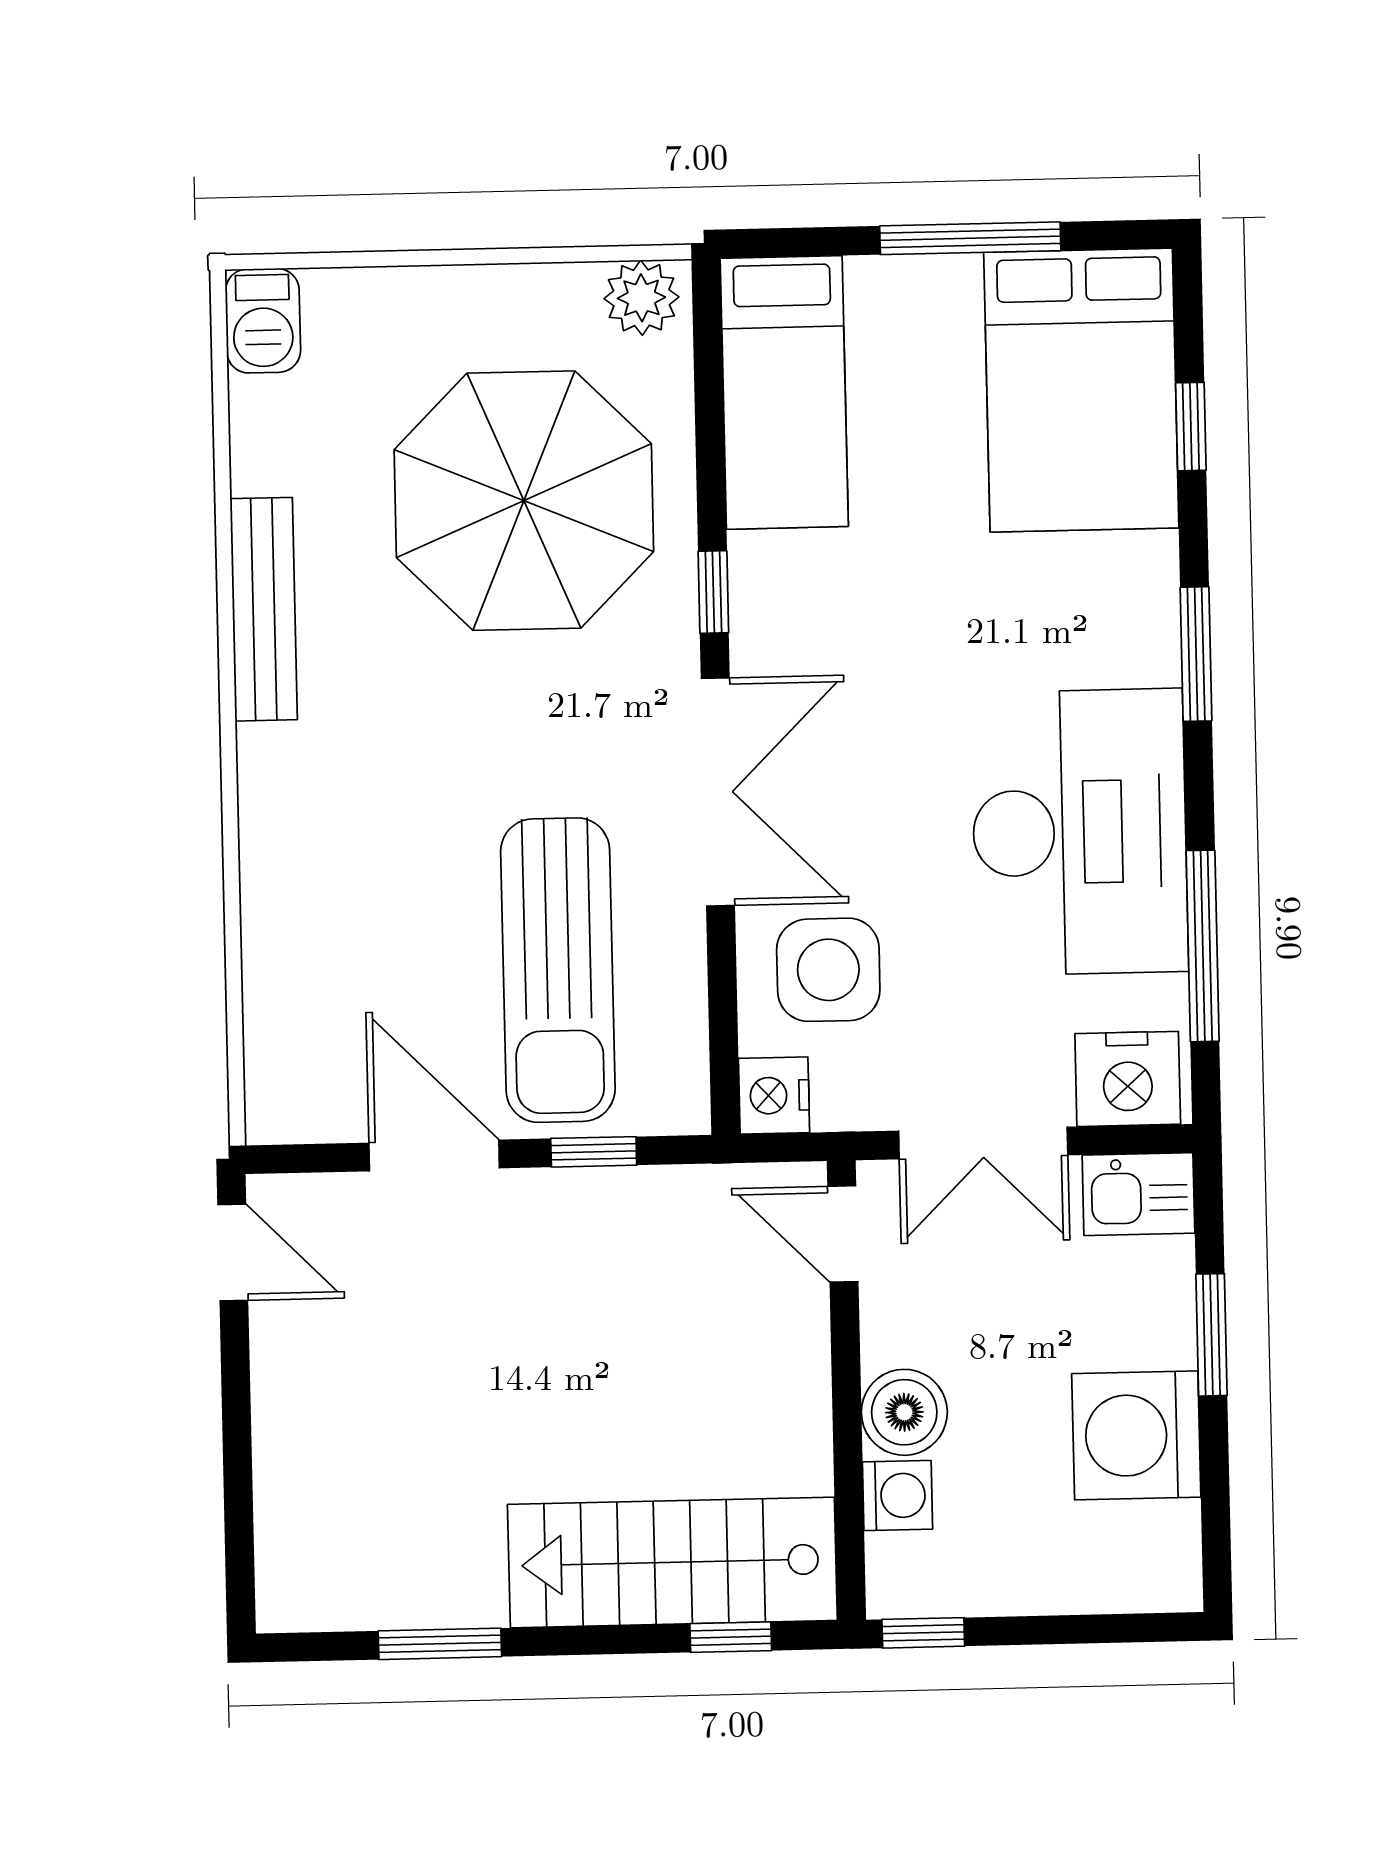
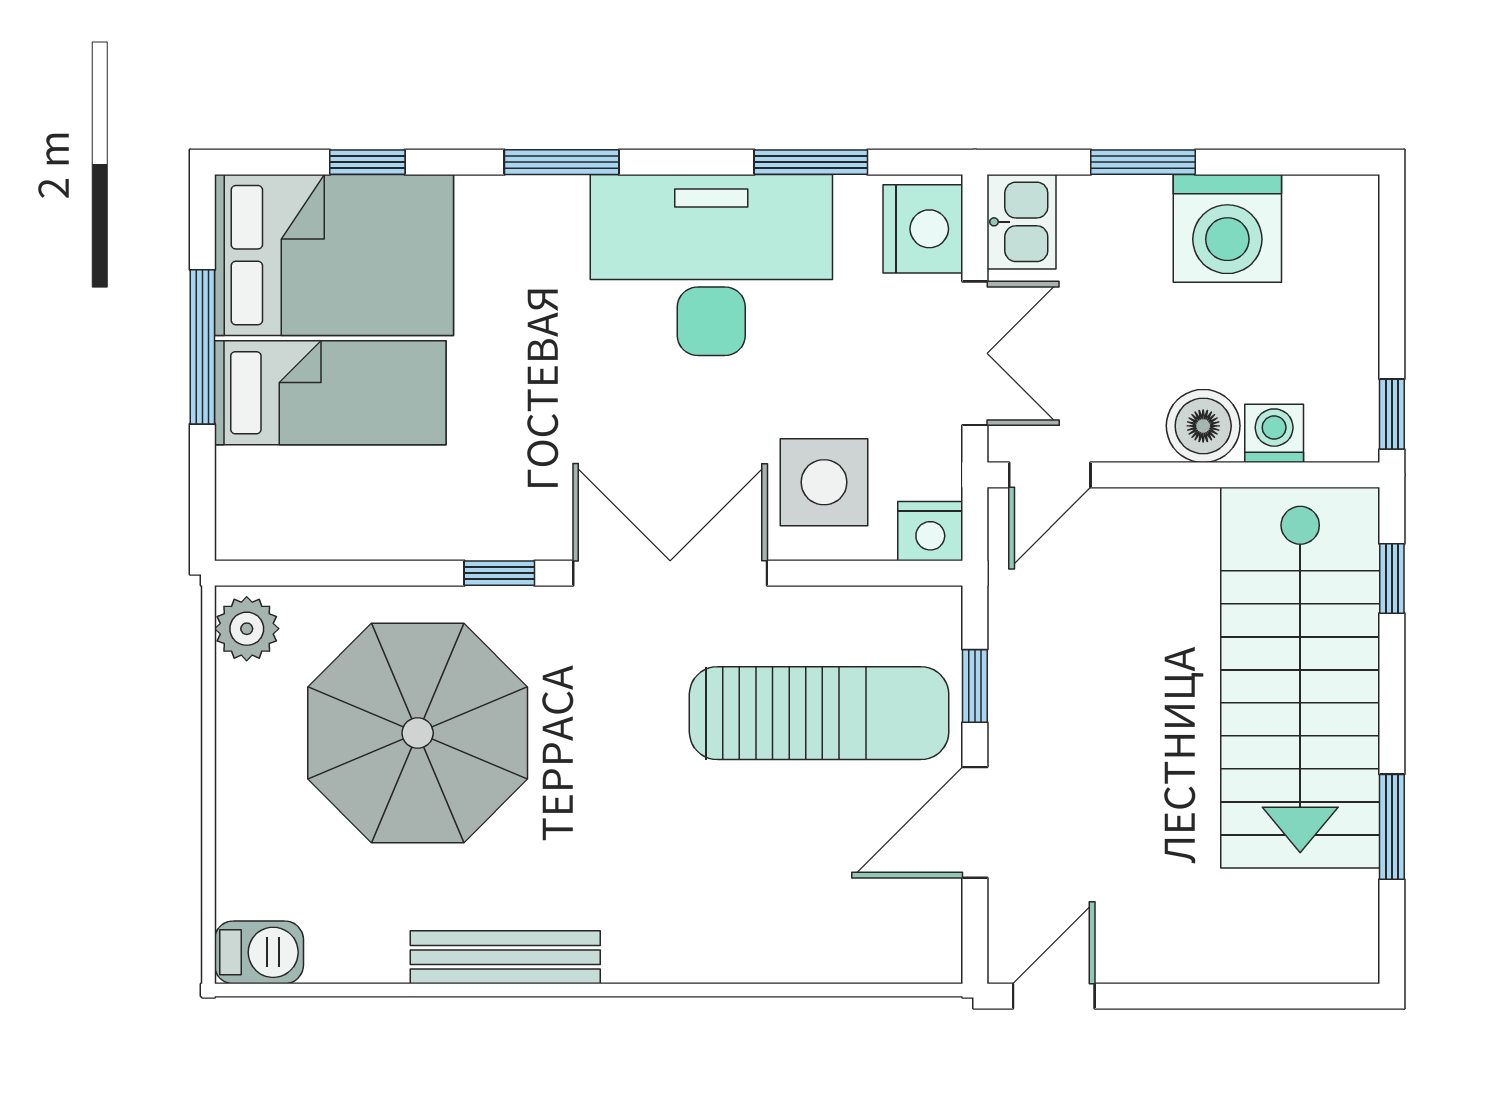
bed: (784, 392) -> (330, 393), moved
window: (1203, 946) -> (811, 162), width x0.69
stairs: (672, 1562) -> (1300, 678), width x1.36, depth x1.51

